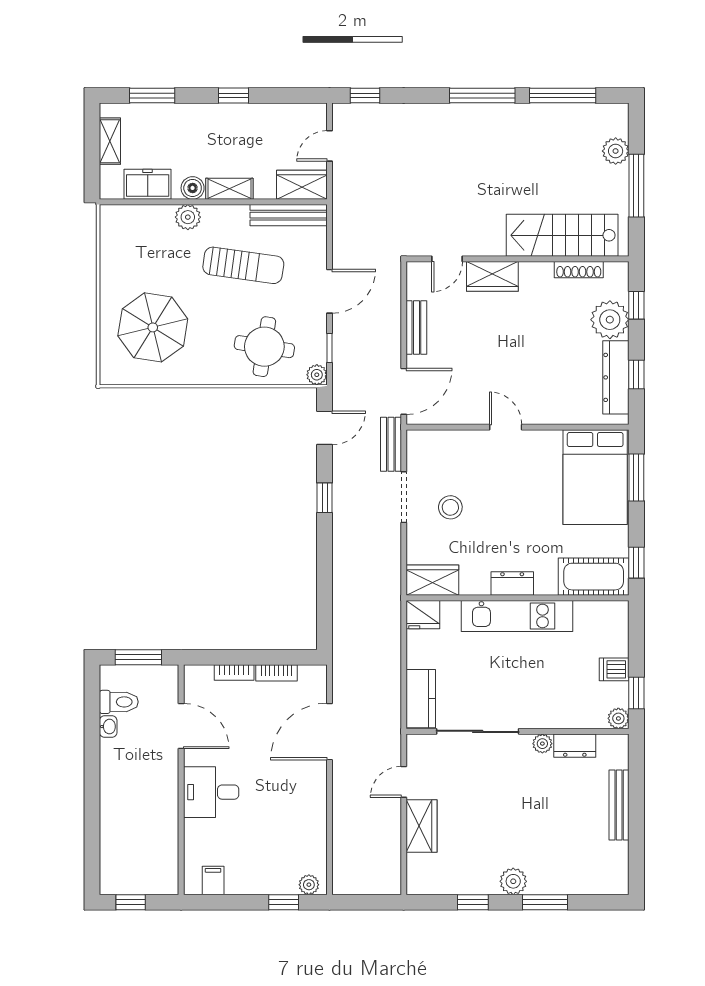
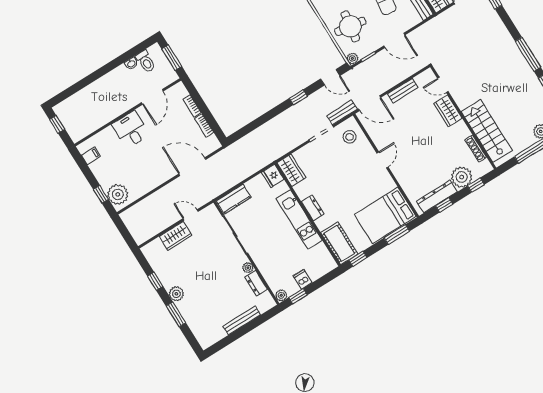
stool: (450, 507) -> (350, 137), moved
plant: (309, 885) -> (118, 194), width x1.87, depth x1.87

